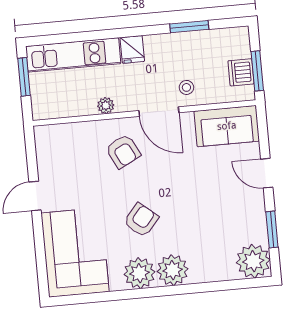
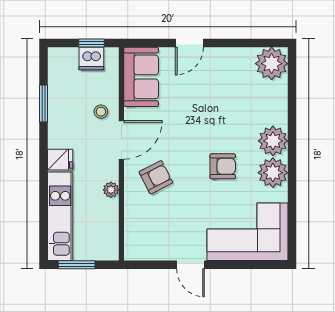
window: (257, 71) -> (91, 43), width x0.67
armchair: (141, 220) -> (223, 166), turned 140
window: (272, 229) -> (243, 43), removed

